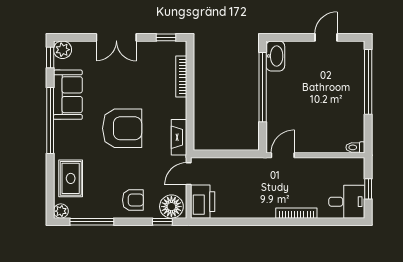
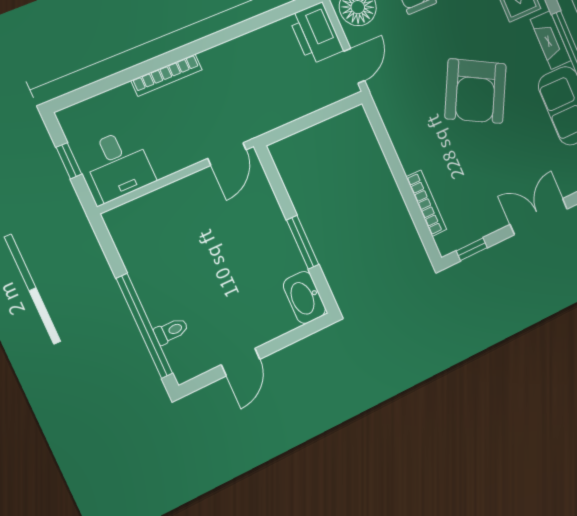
window: (263, 87) -> (303, 242), width x0.47
armchair: (122, 128) -> (476, 91), turned -62
fireplace: (179, 137) -> (551, 40), moved, turned 180
toilet: (355, 147) -> (171, 331), moved
desk: (347, 202) -> (119, 165), moved, turned -90

